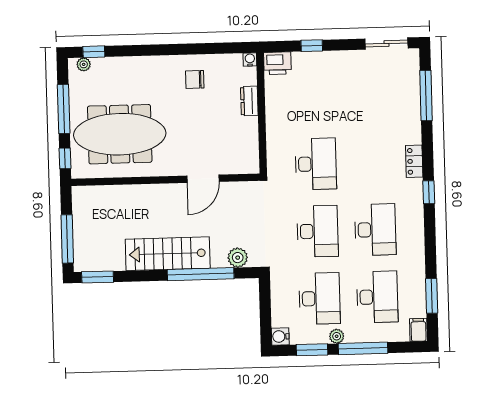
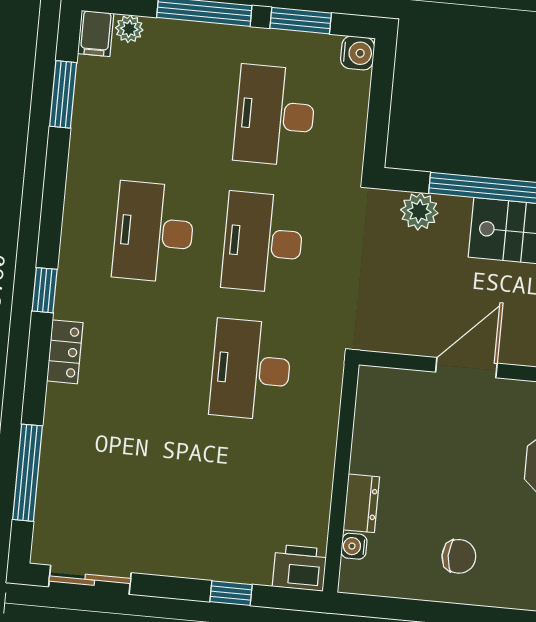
water cooler: (250, 59) -> (354, 546), moved, turned 90
desk: (377, 297) -> (166, 105), removed
plant: (337, 336) -> (129, 29), moved

